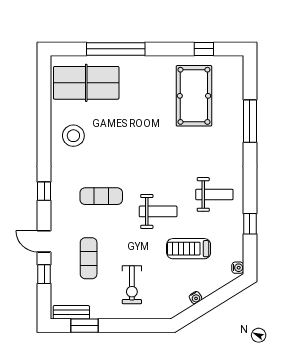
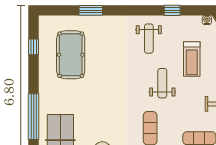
pool table: (194, 96) -> (71, 55), turned 90
window: (250, 121) -> (91, 10), width x0.69
weight bench: (214, 194) -> (149, 39), turned 180

